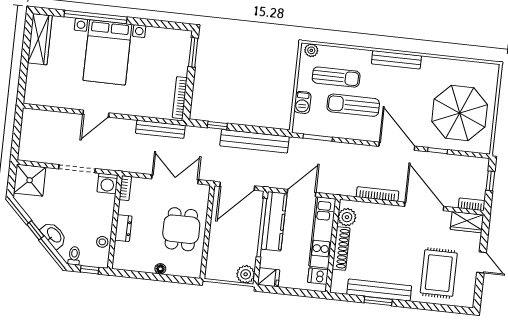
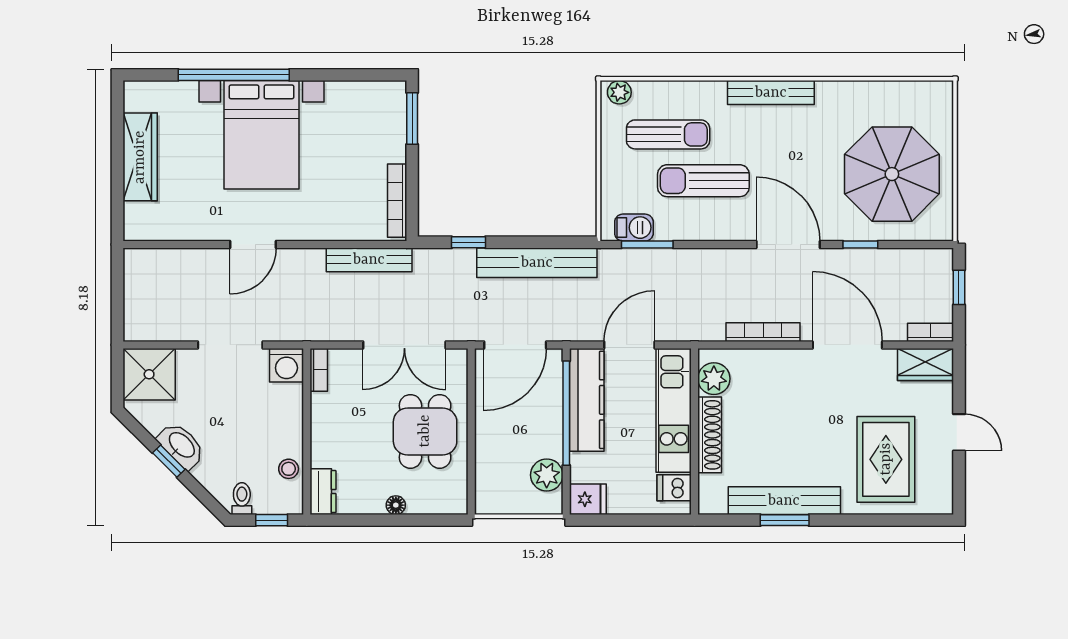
wardrobe: (40, 39) -> (140, 157), moved
barbecue: (302, 102) -> (634, 228), moved, turned -90
double door: (175, 179) -> (404, 345), swing flipped
dresser: (123, 228) -> (323, 492), moved
washbasin: (54, 235) -> (181, 445), moved
plant: (246, 274) -> (547, 475), moved

